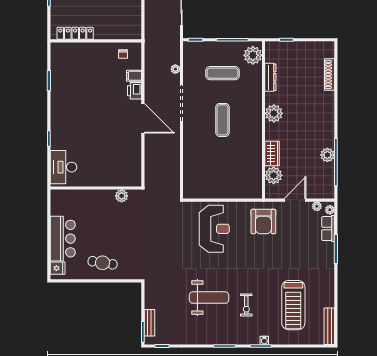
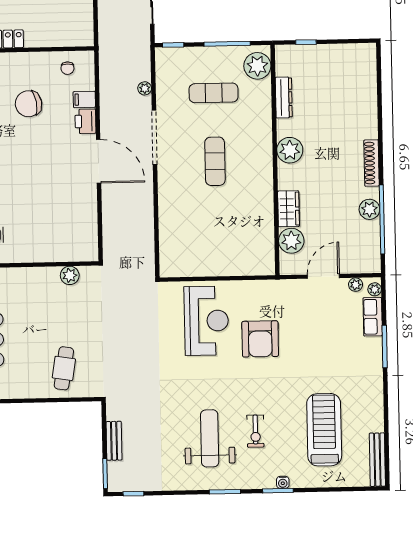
shoe rack: (329, 74) -> (371, 163), moved
chair: (96, 78) -> (29, 104), added
armchair: (263, 222) -> (260, 339), moved
cafe table: (103, 263) -> (64, 368), moved, turned 90
weight bench: (209, 298) -> (210, 438), moved, turned -90
treadmill: (293, 305) -> (324, 430), turned 180
bench: (149, 323) -> (114, 441), moved

